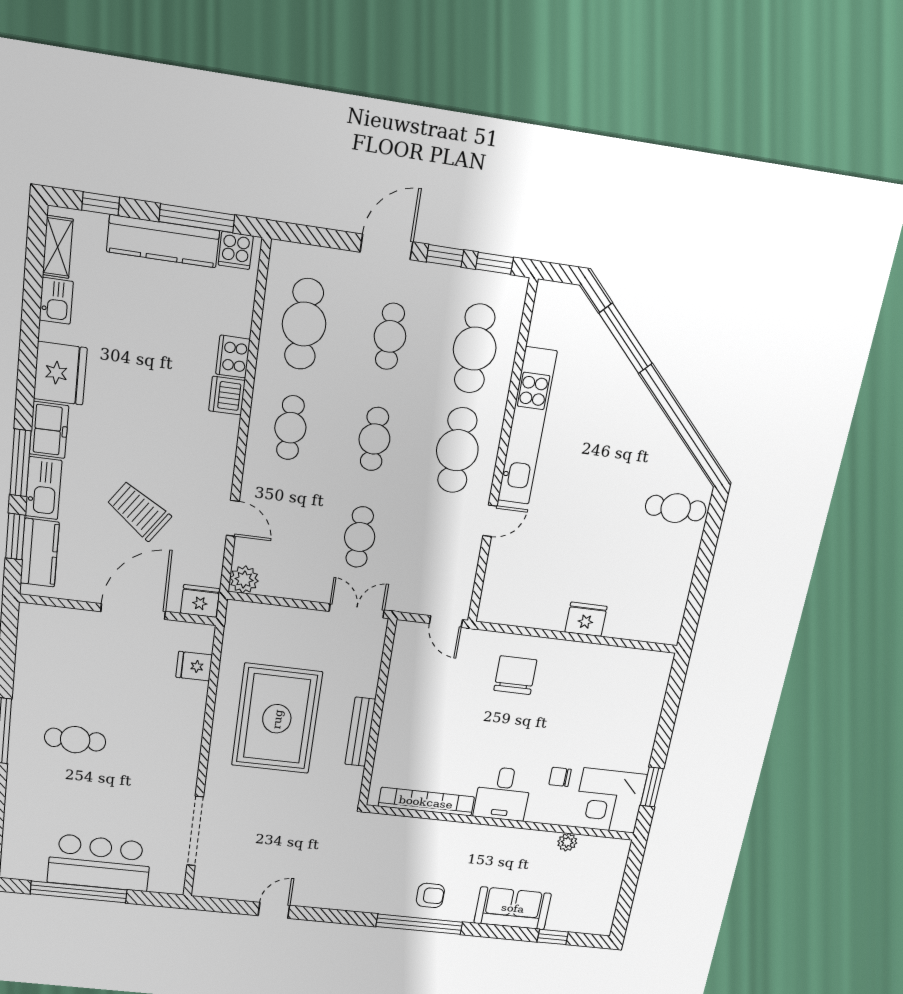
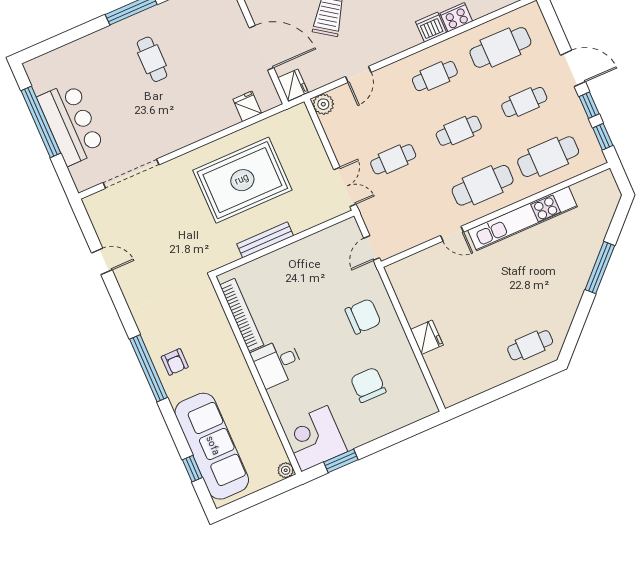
window: (626, 338) -> (600, 268), moved
cafe table: (676, 508) -> (530, 345), turned 90
chair: (560, 777) -> (368, 385), moved, width x1.87, depth x1.87
plant: (567, 842) -> (286, 470), moved
sofa: (513, 908) -> (212, 446), width x1.85, depth x1.27

